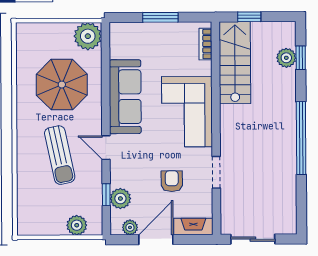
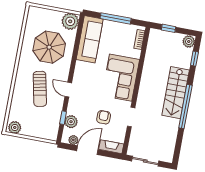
window: (160, 17) -> (116, 18), width x1.44
plant: (286, 58) -> (189, 42), moved
stairs: (235, 63) -> (176, 93), moved, turned 180
sofa: (125, 97) -> (90, 39), moved
plant: (77, 225) -> (15, 127), moved

